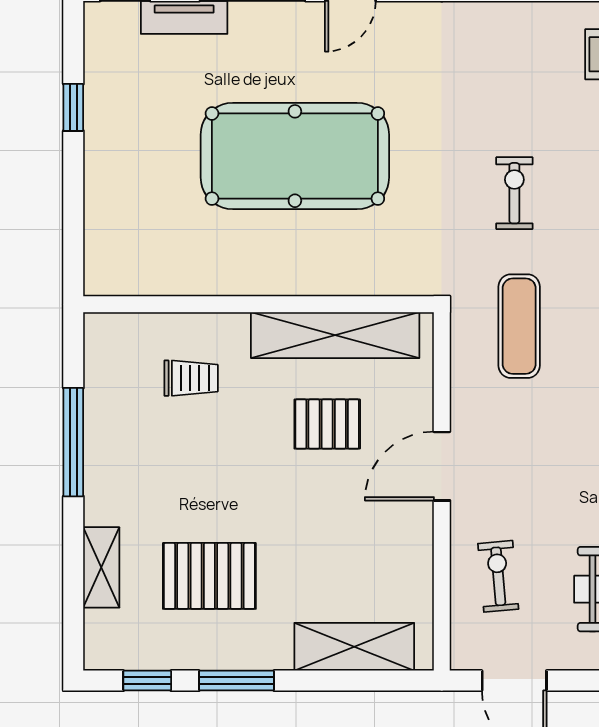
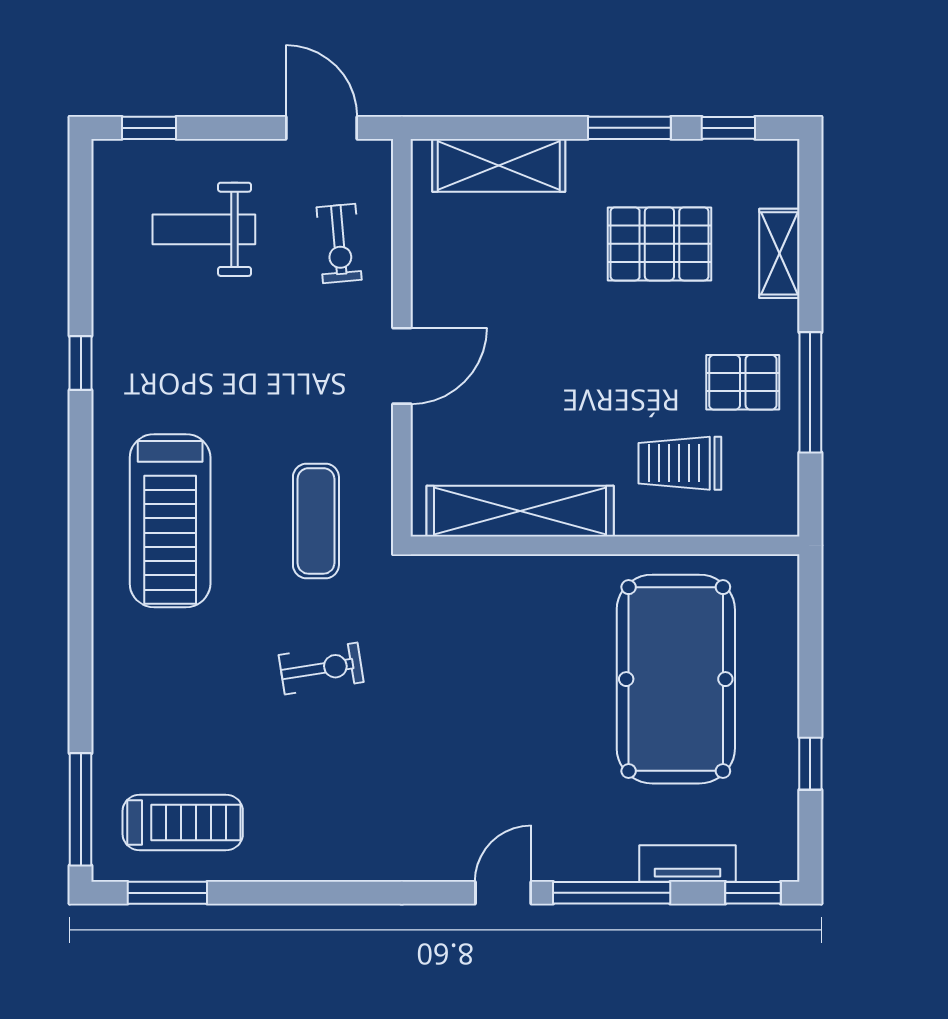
pool table: (295, 156) -> (676, 679), moved, turned 90
exercise bike: (514, 193) -> (321, 668), turned -99
trolley: (191, 378) -> (680, 463), width x1.36, depth x1.39
pallet: (327, 424) -> (743, 382), moved

